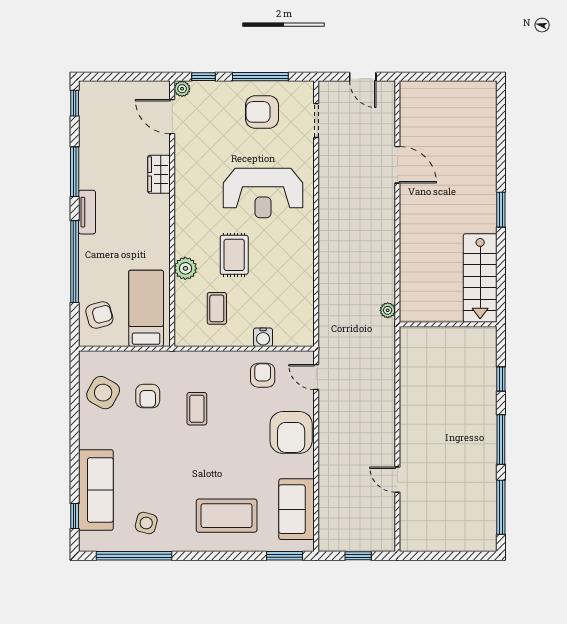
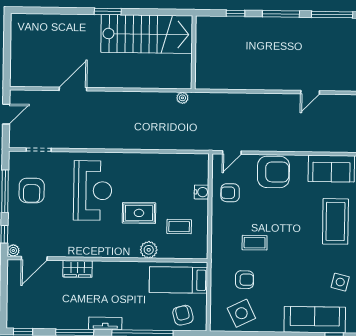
stairs: (480, 278) -> (147, 34), width x1.36, depth x1.51
side table: (103, 393) -> (241, 313), turned 35

